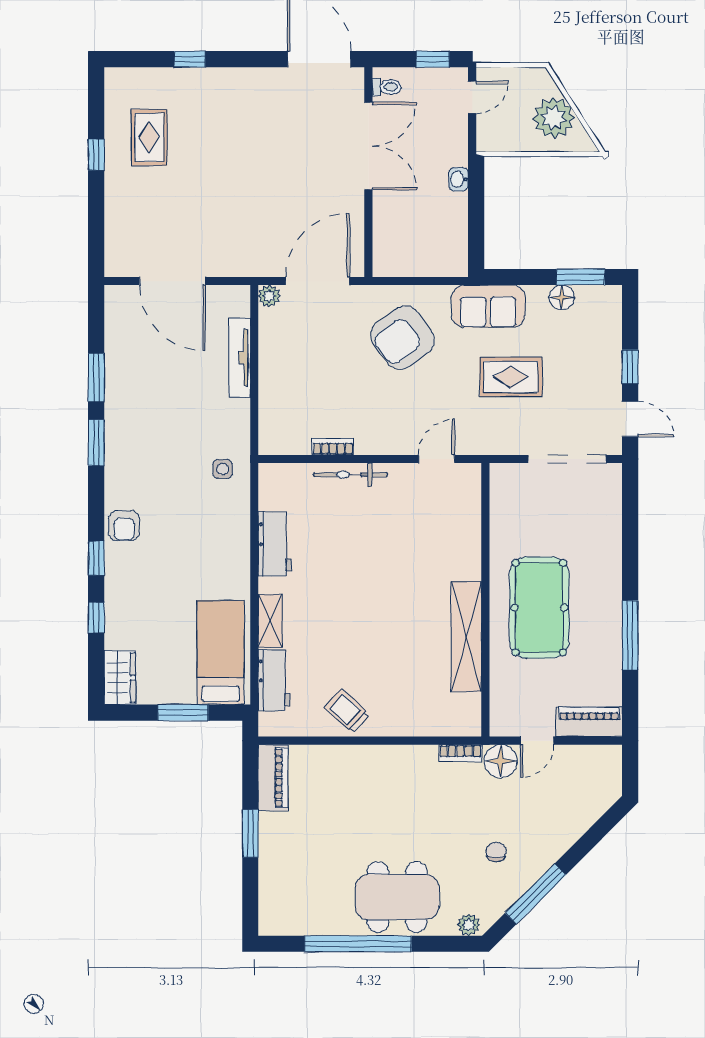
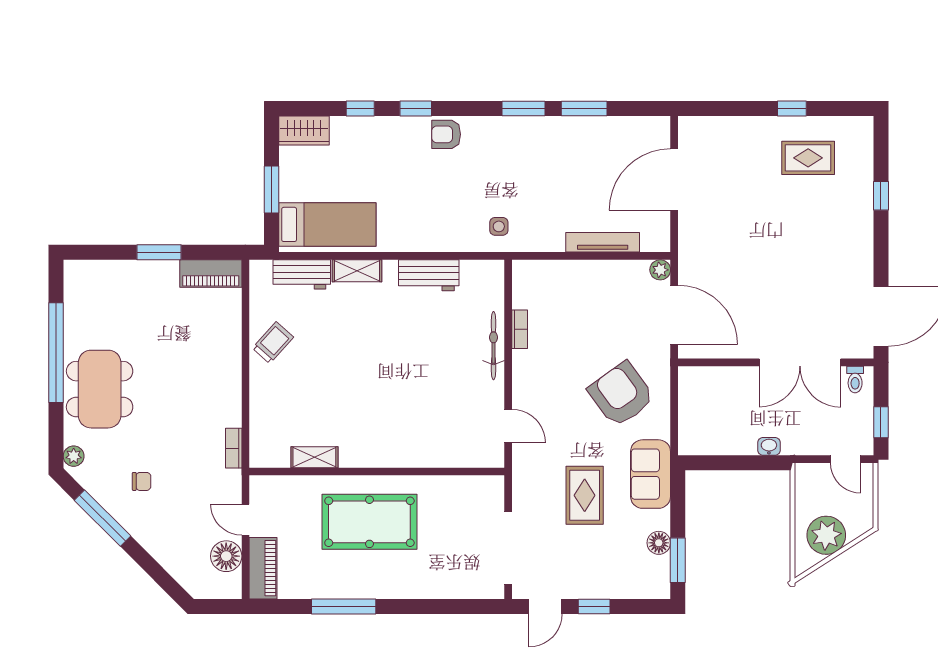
shelving: (466, 637) -> (314, 457), width x0.45, depth x0.75
floor lamp: (501, 761) -> (226, 556), moved

